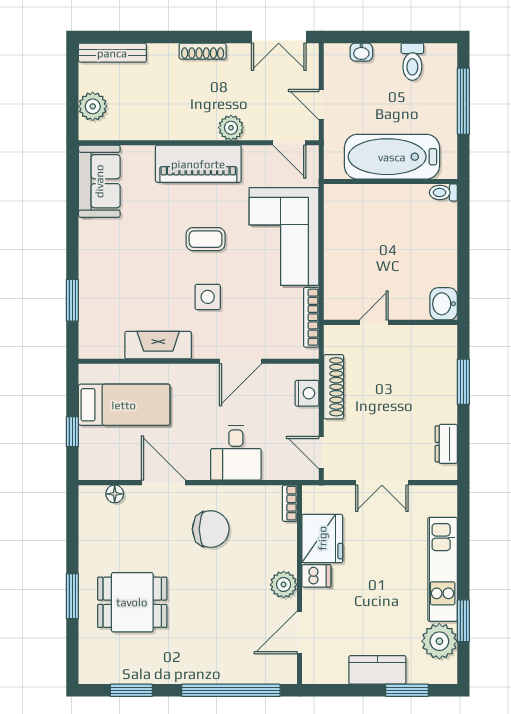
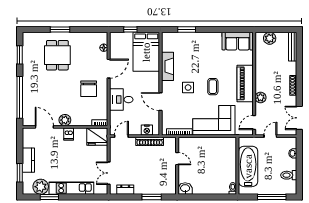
bed: (124, 405) -> (146, 52), width x1.50
double door: (382, 483) -> (109, 173), moved
fridge: (322, 538) -> (97, 137), moved

